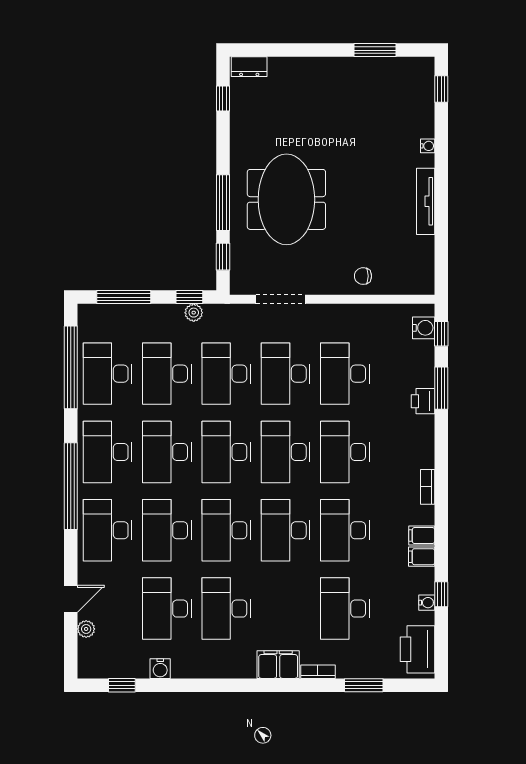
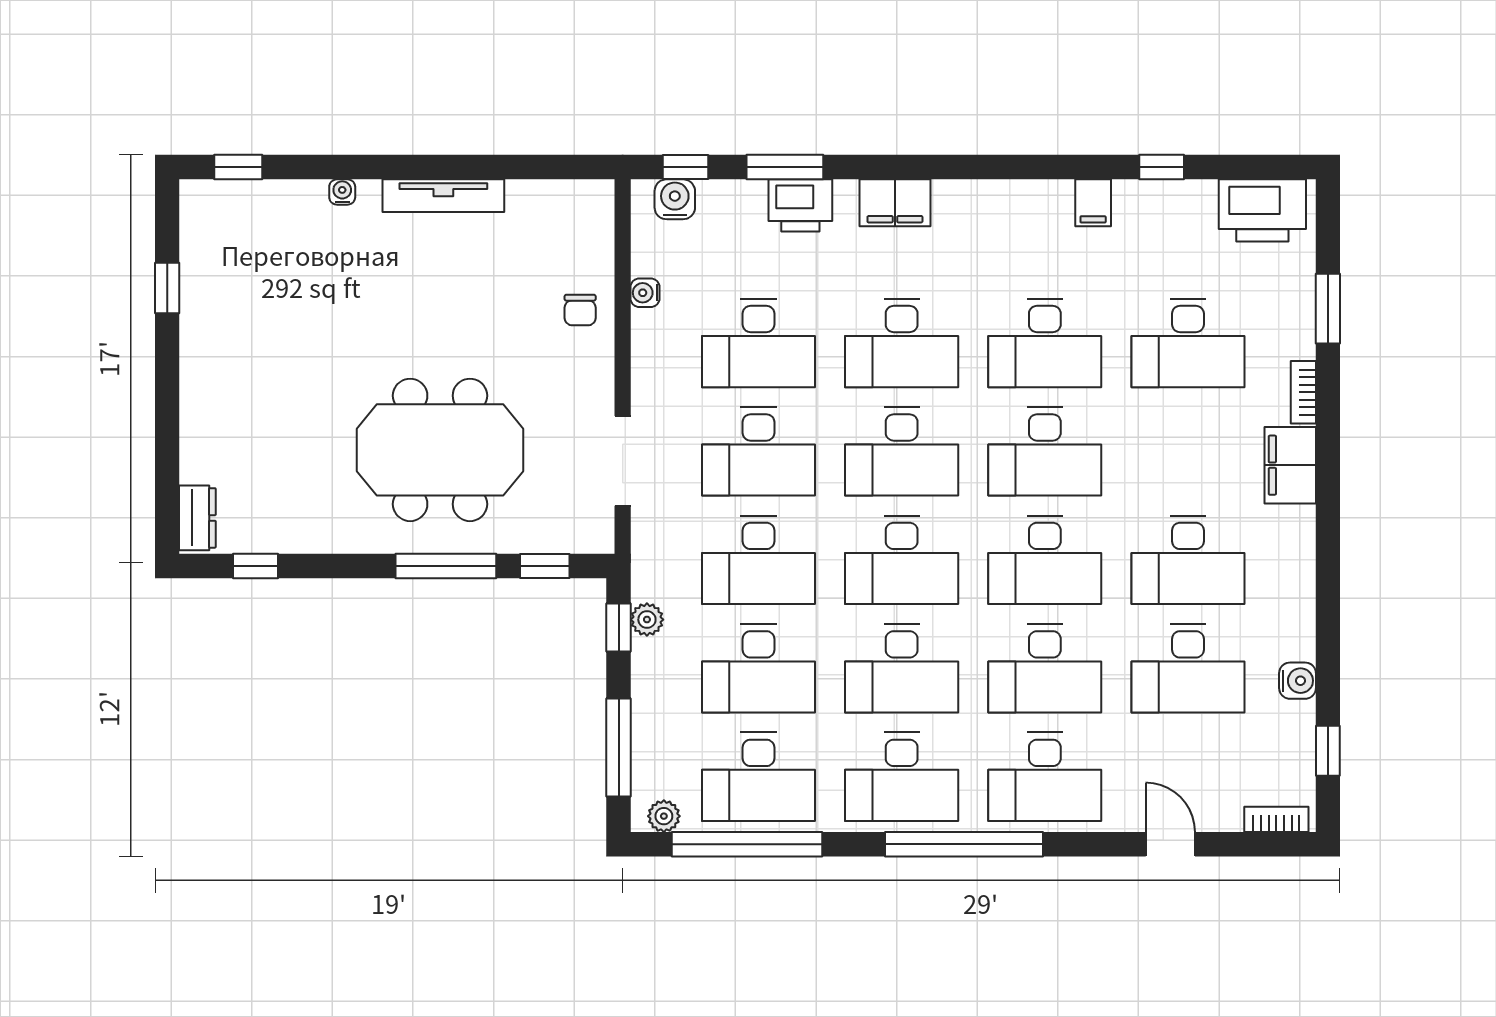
window: (375, 50) -> (167, 288), width x0.67
printer: (423, 401) -> (800, 205), width x1.36, depth x1.24
bookcase: (428, 487) -> (1276, 819), moved, turned 180
filing cabinet: (422, 536) -> (895, 203), moved, width x2.00
water cooler: (427, 603) -> (645, 293), moved, turned -90
plant: (86, 629) -> (664, 816), moved

